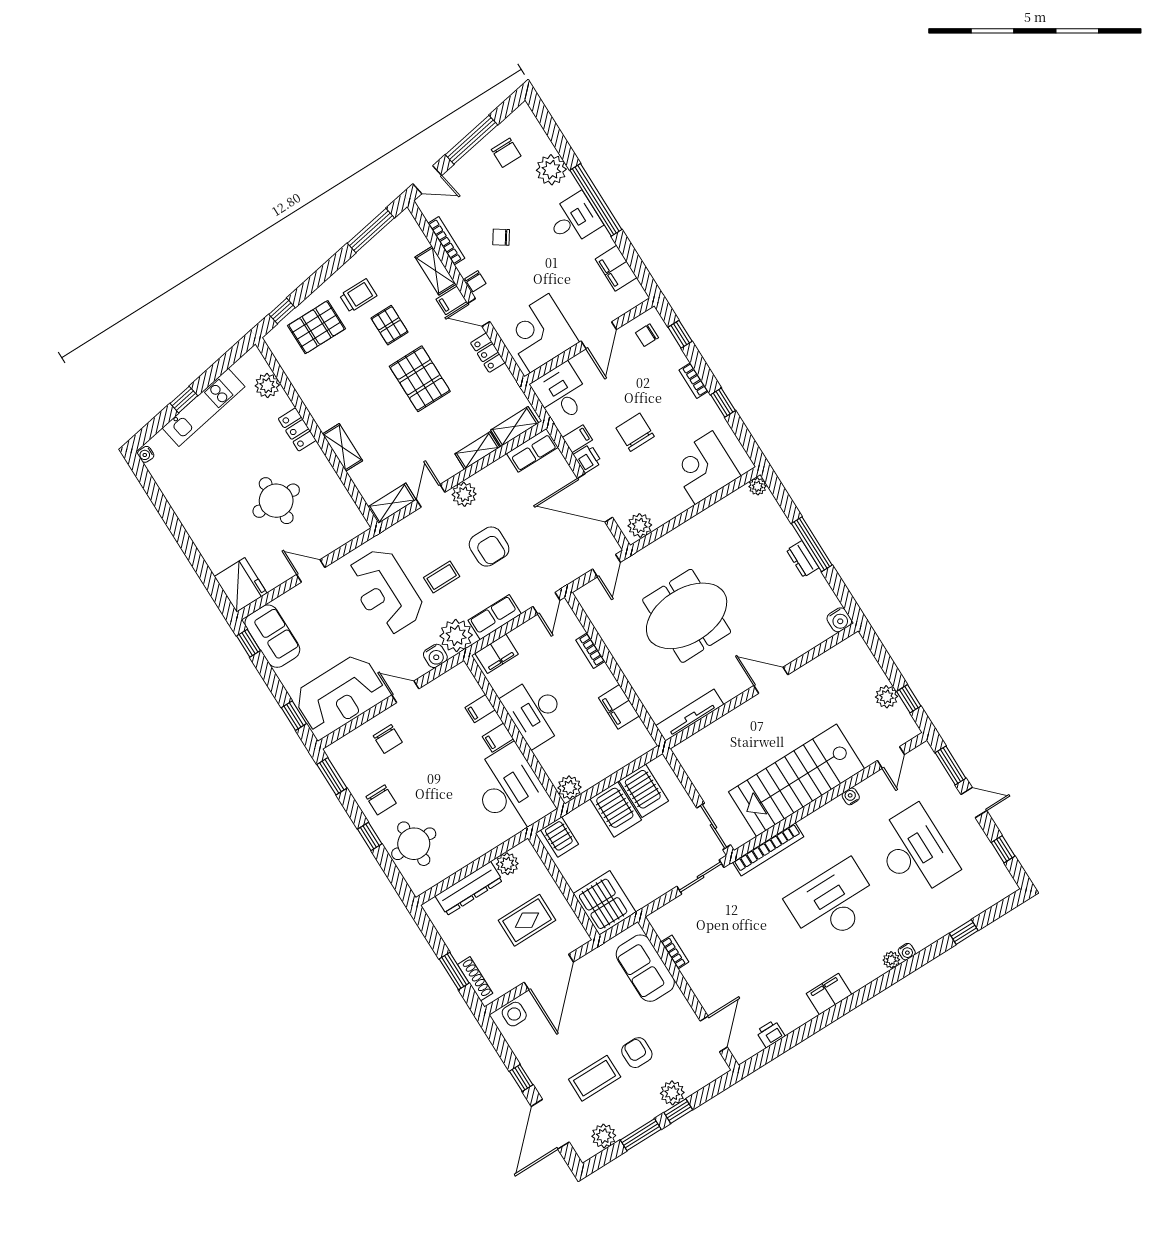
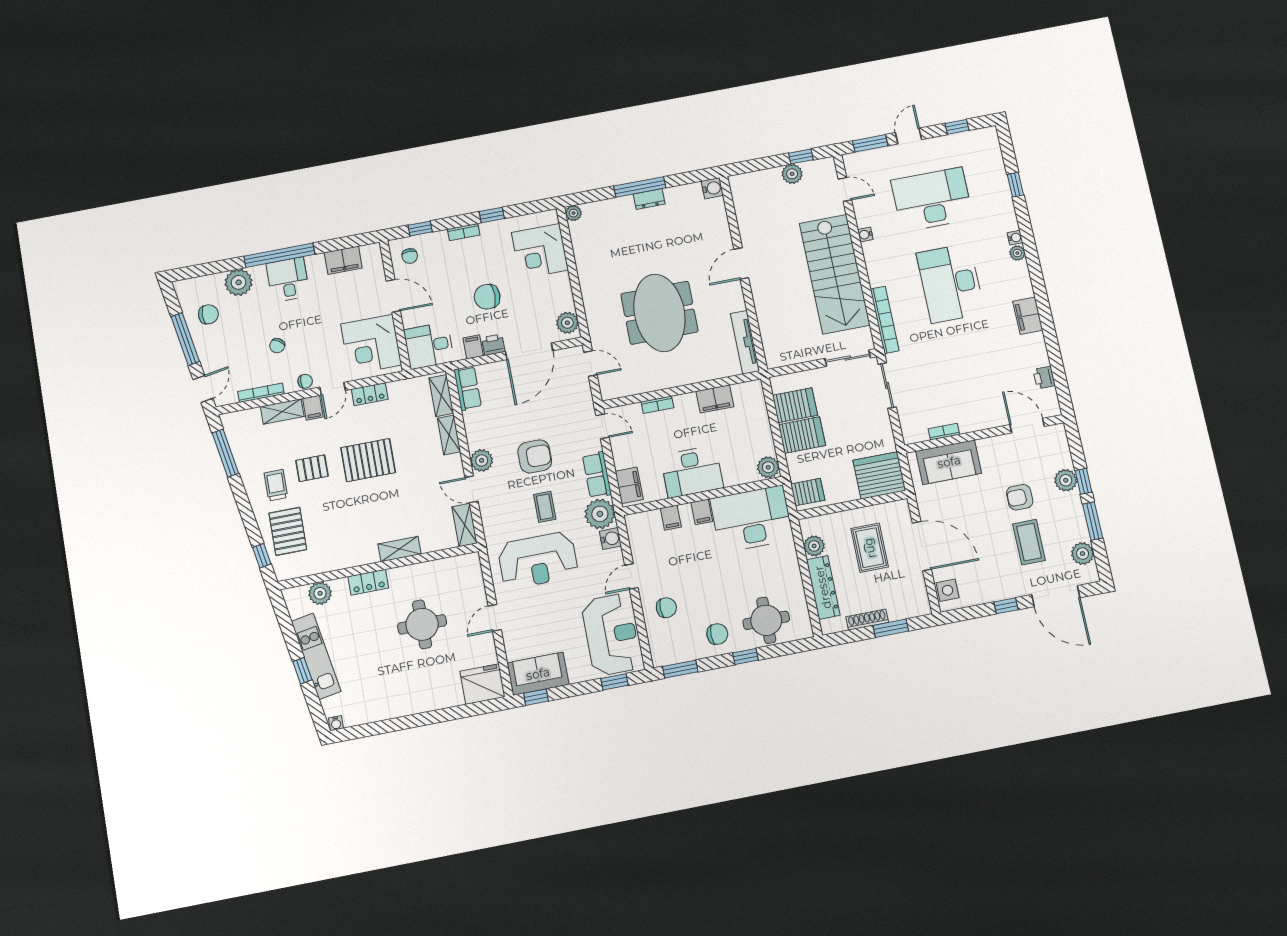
shoe rack: (475, 979) -> (867, 620), moved

